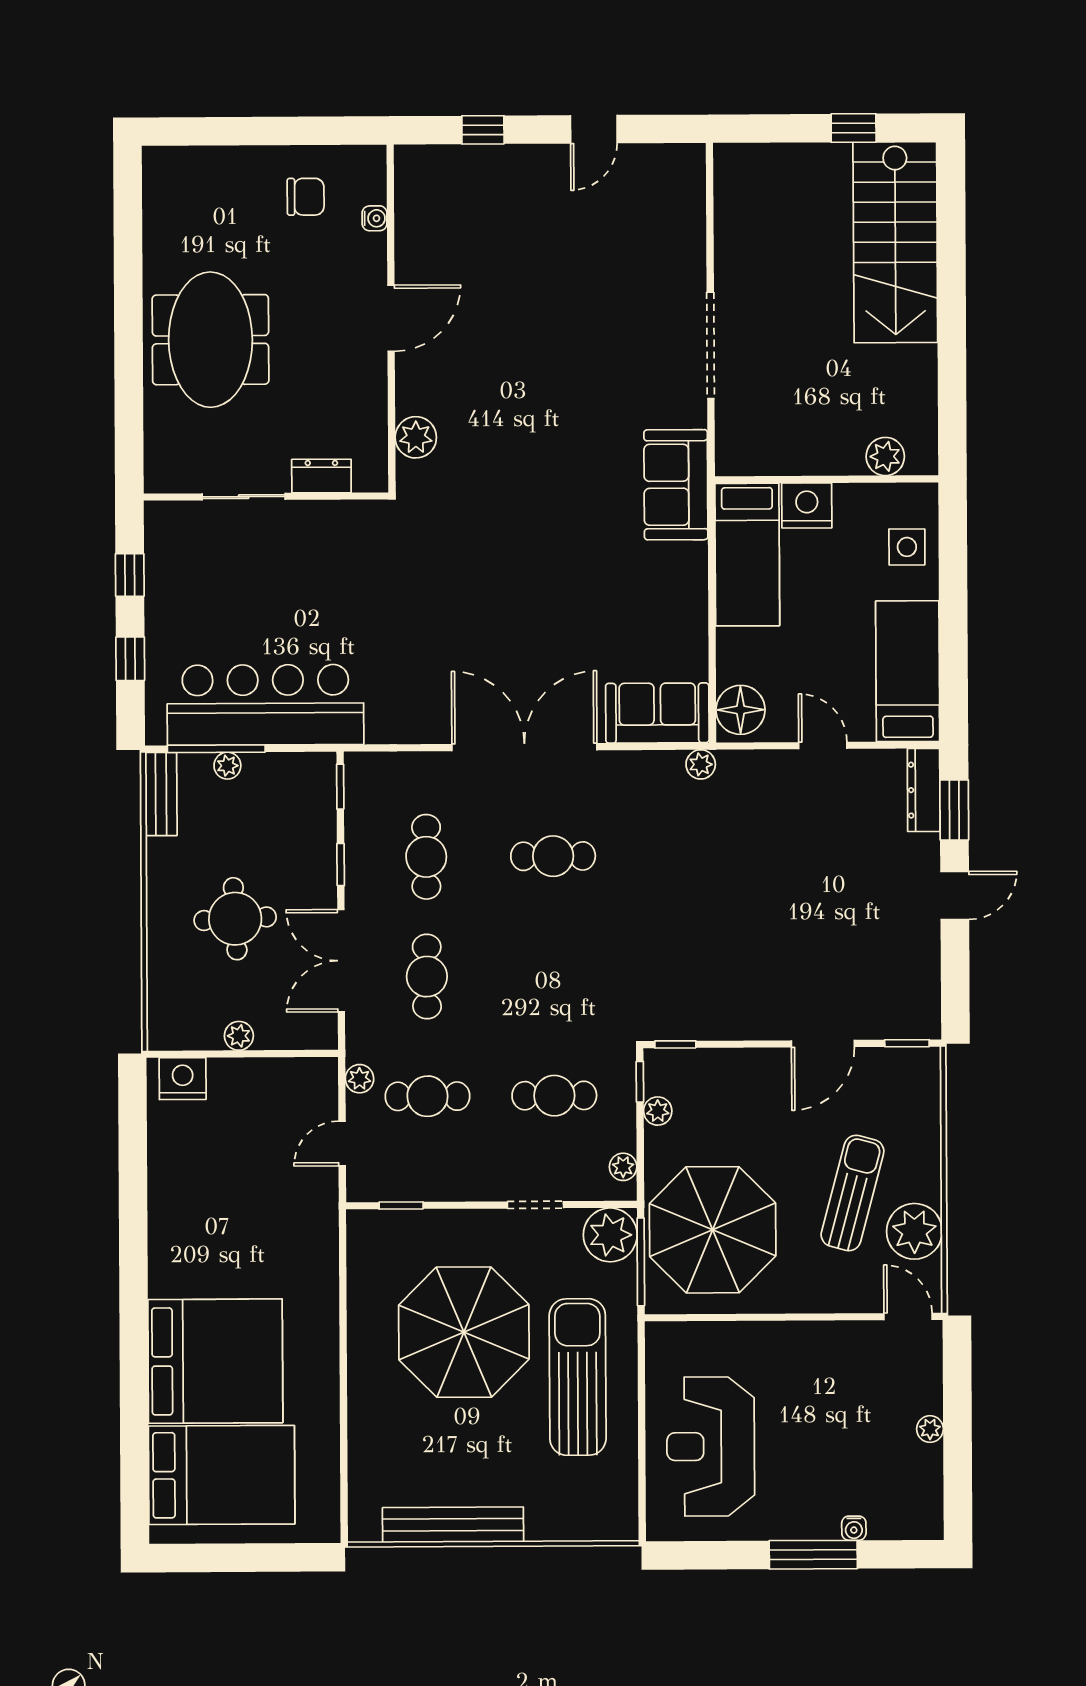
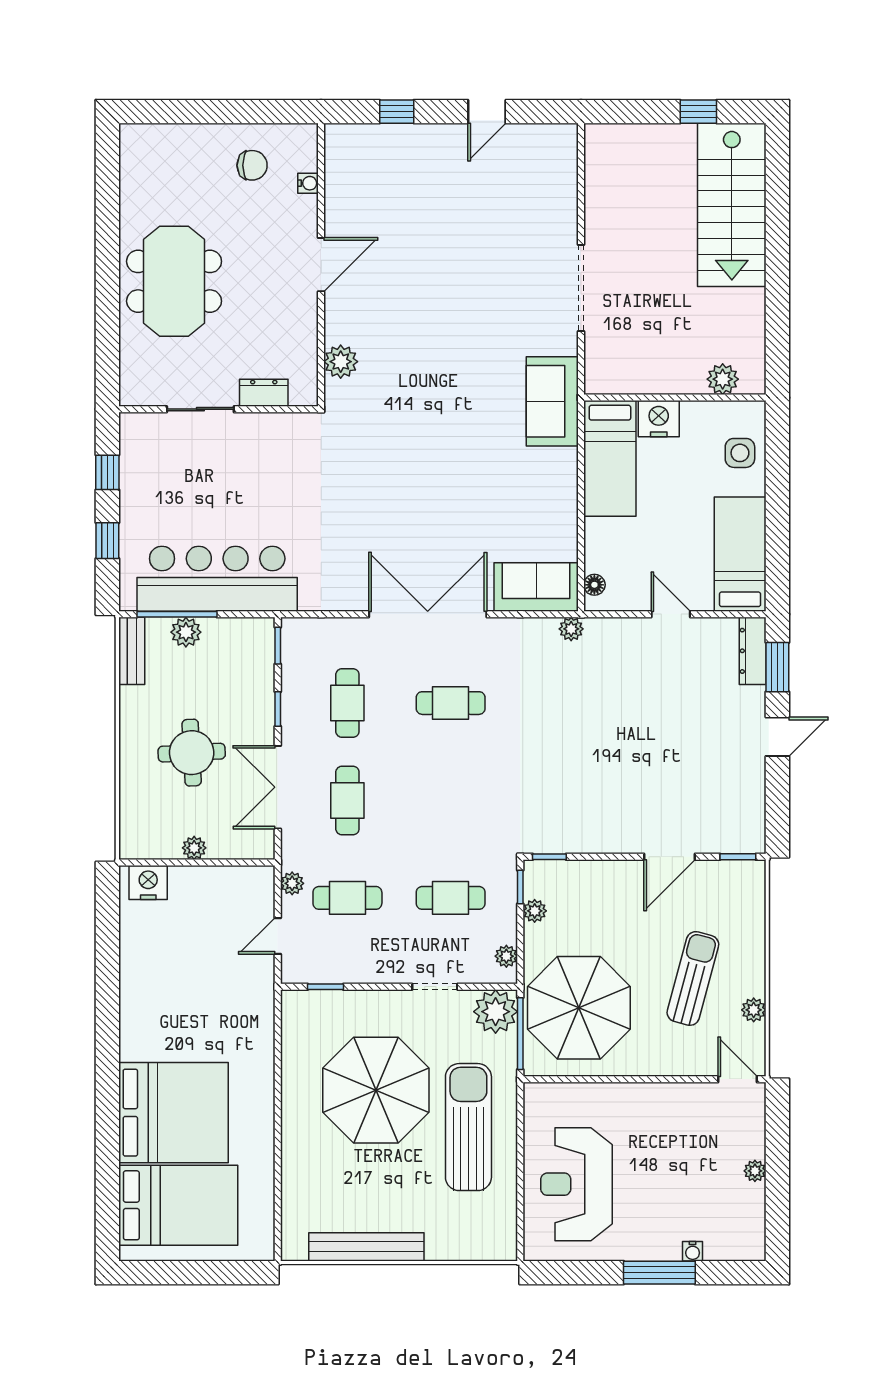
floor lamp: (740, 710) -> (594, 585), width x0.53, depth x0.53
plant: (227, 766) -> (186, 632), width x1.38, depth x1.38
plant: (914, 1231) -> (754, 1010), width x0.53, depth x0.53

